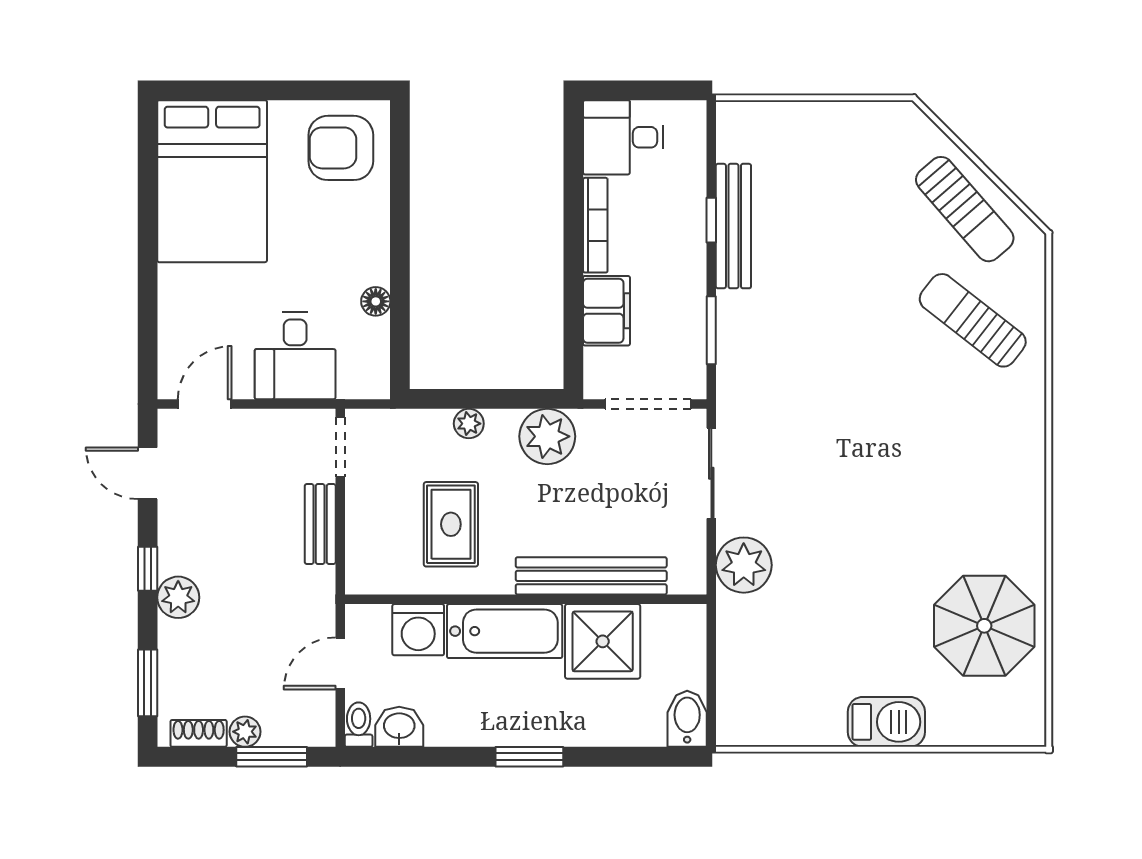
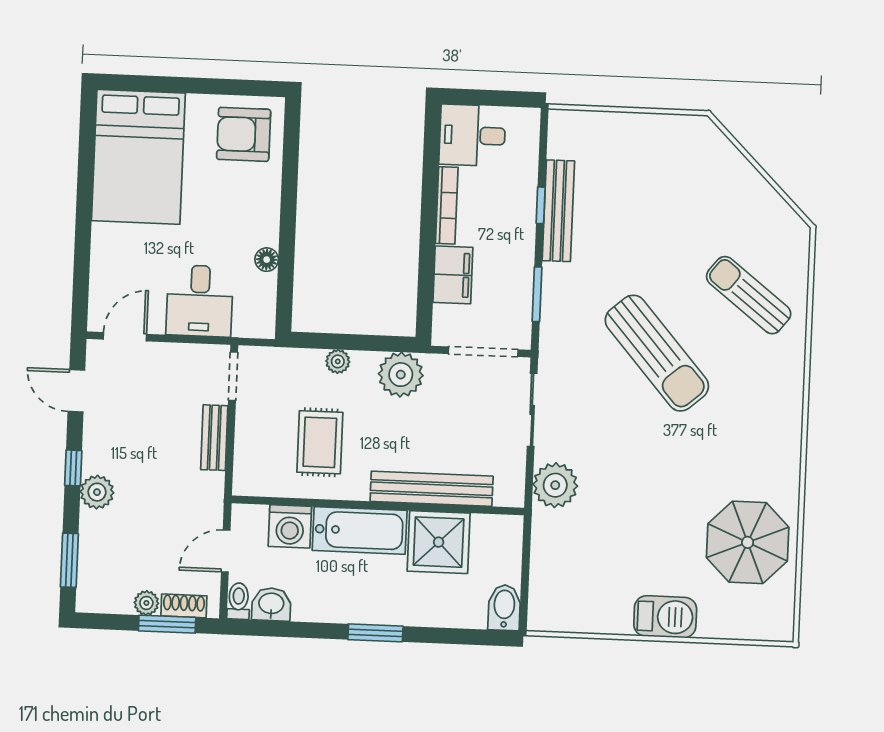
sun lounger: (965, 209) -> (657, 353), moved, width x1.36, depth x1.34
shoe rack: (199, 733) -> (184, 606), moved

